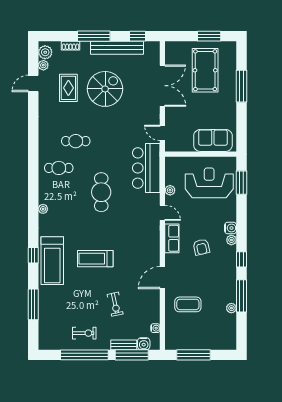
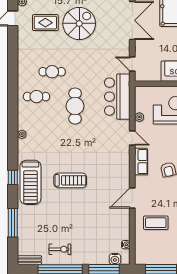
rug: (68, 88) -> (45, 23), turned 90
cafe table: (101, 192) -> (75, 106), moved
treadmill: (95, 259) -> (70, 180), turned 180
exercise bike: (115, 304) -> (88, 222), removed
bench: (124, 345) -> (29, 260), moved

